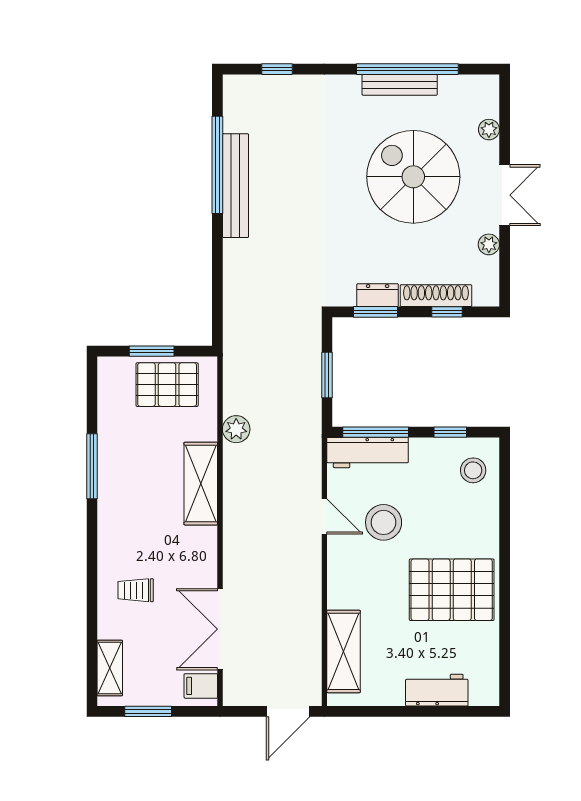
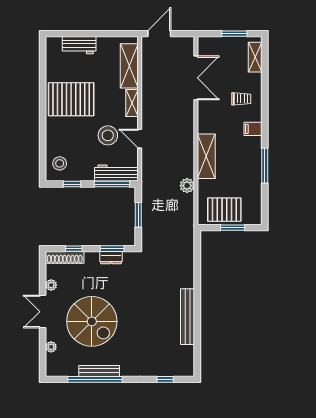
window: (217, 165) -> (197, 328), removed
shoe rack: (436, 296) -> (65, 257), moved
shelving: (338, 583) -> (132, 103), added
filing cabinet: (201, 686) -> (253, 129), moved, turned 180

